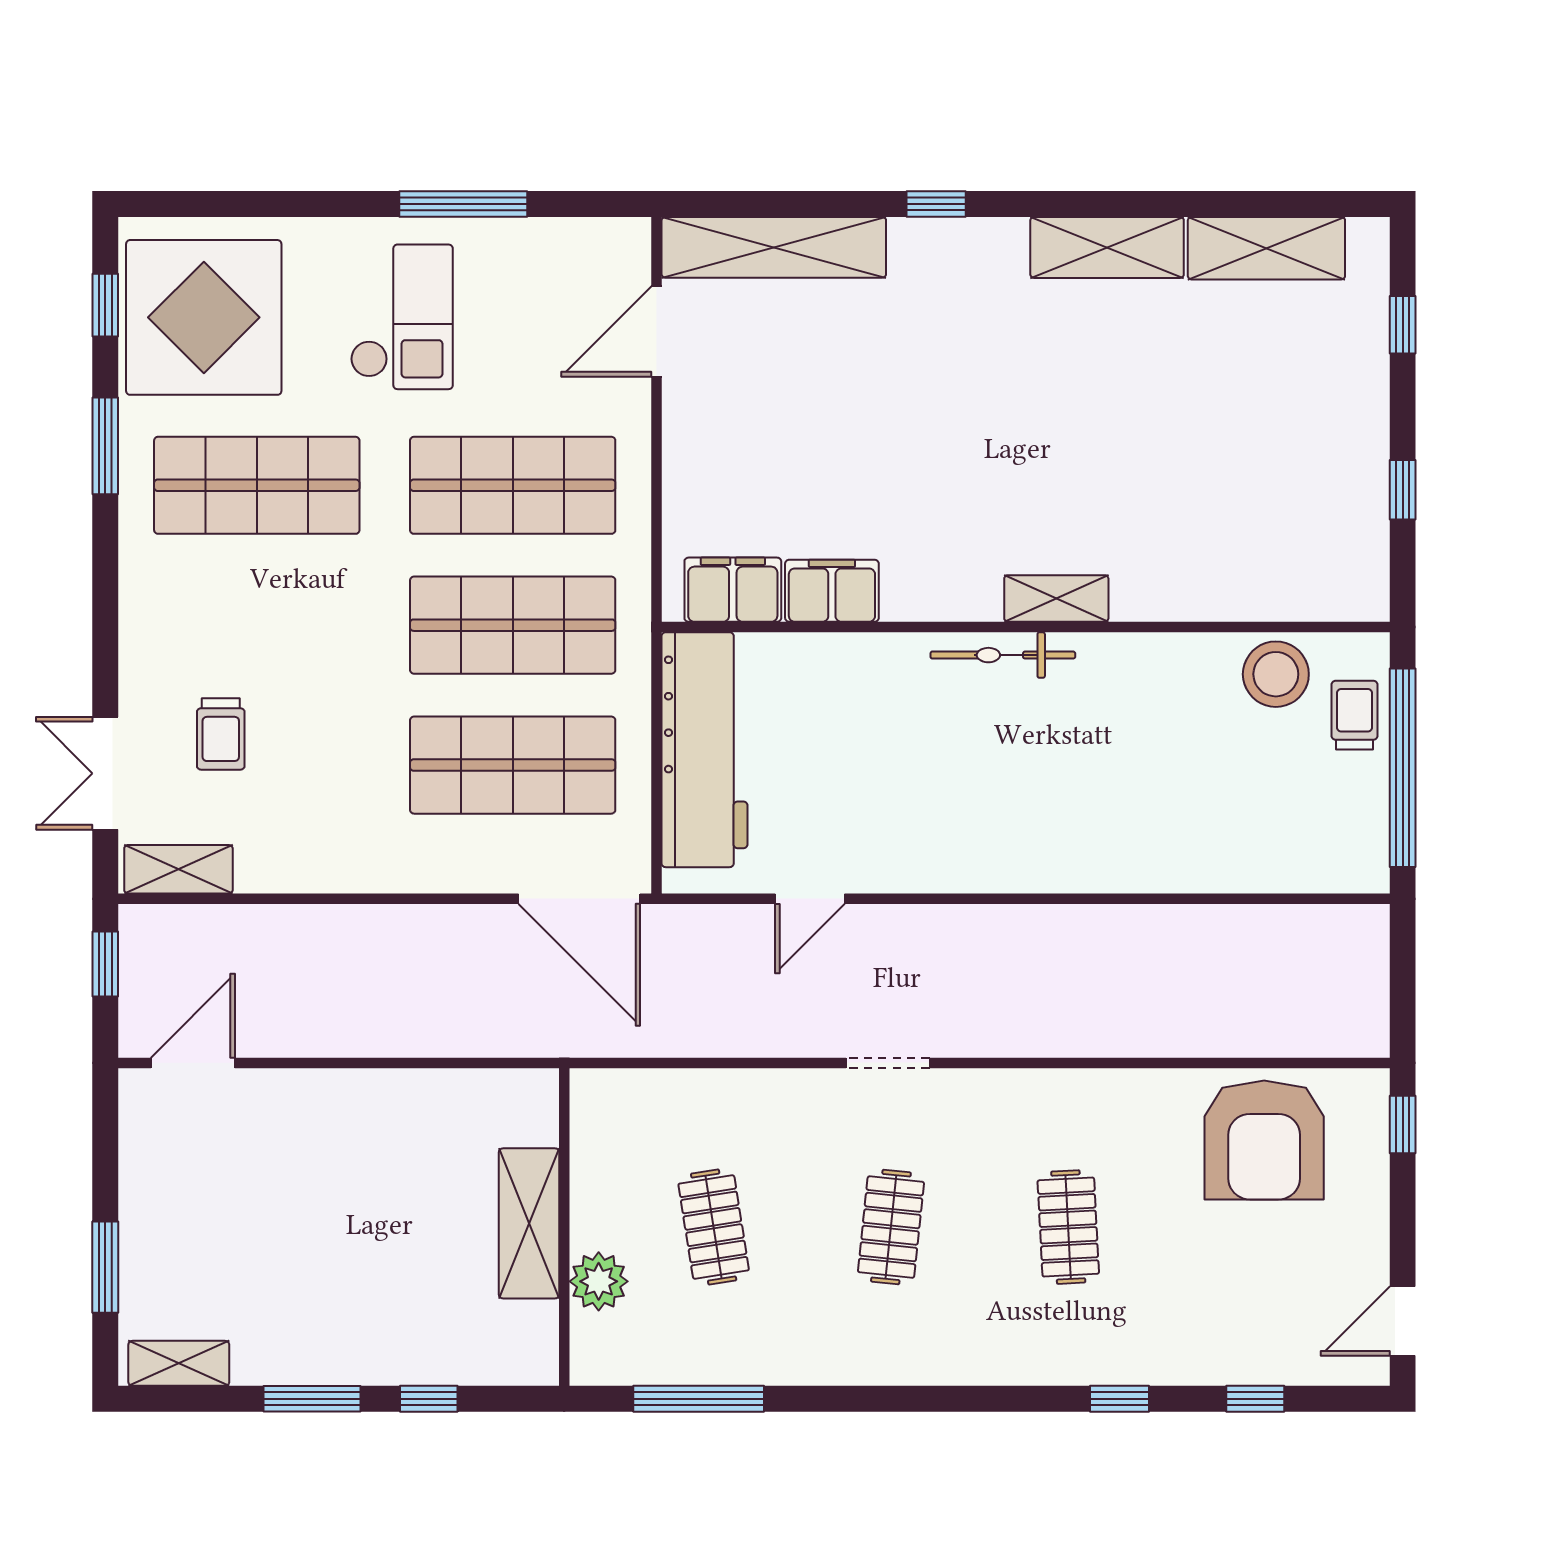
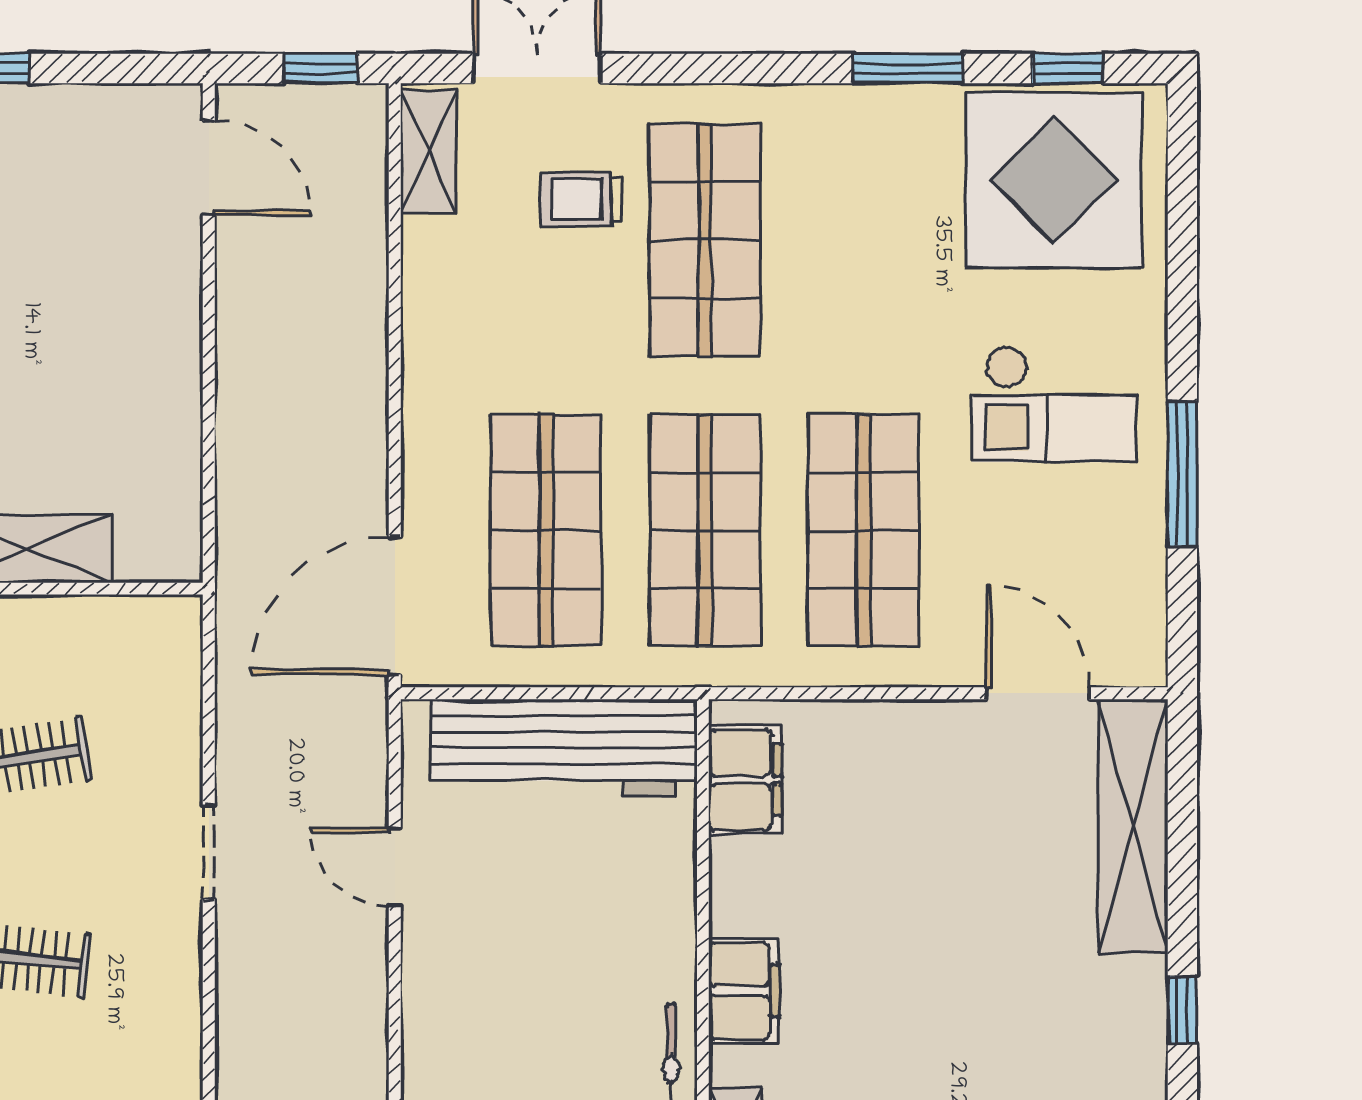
shop shelf: (257, 485) -> (705, 240), moved
filing cabinet: (832, 591) -> (744, 991), moved
doorway: (888, 1063) -> (209, 852), moved

